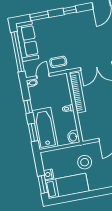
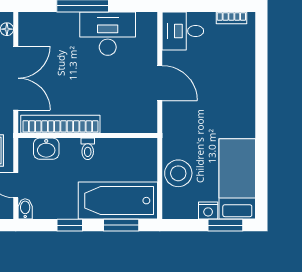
washbasin: (73, 137) -> (46, 149), moved
stool: (85, 162) -> (178, 173), moved

